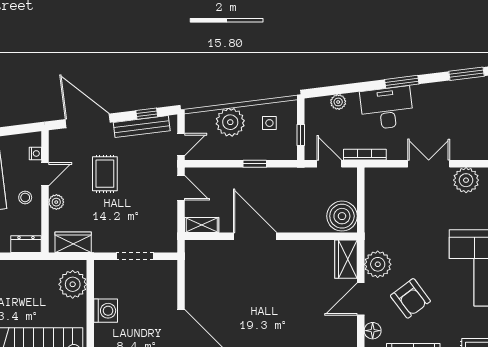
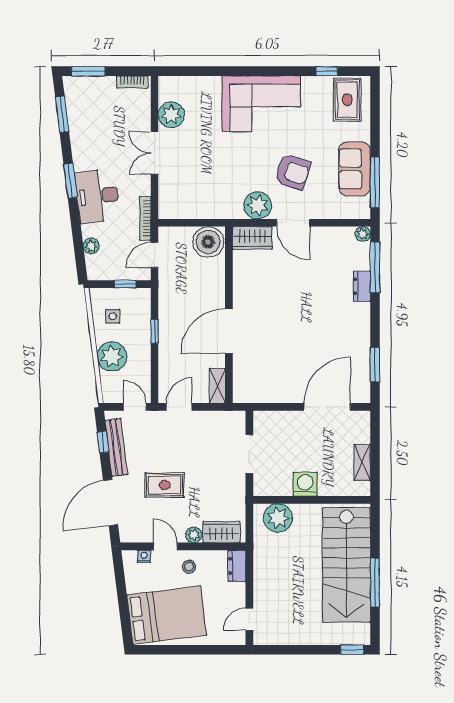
wardrobe: (73, 242) -> (222, 532), moved, turned 90
armchair: (410, 298) -> (293, 172), turned 55
floor lamp: (373, 331) -> (326, 211), removed

